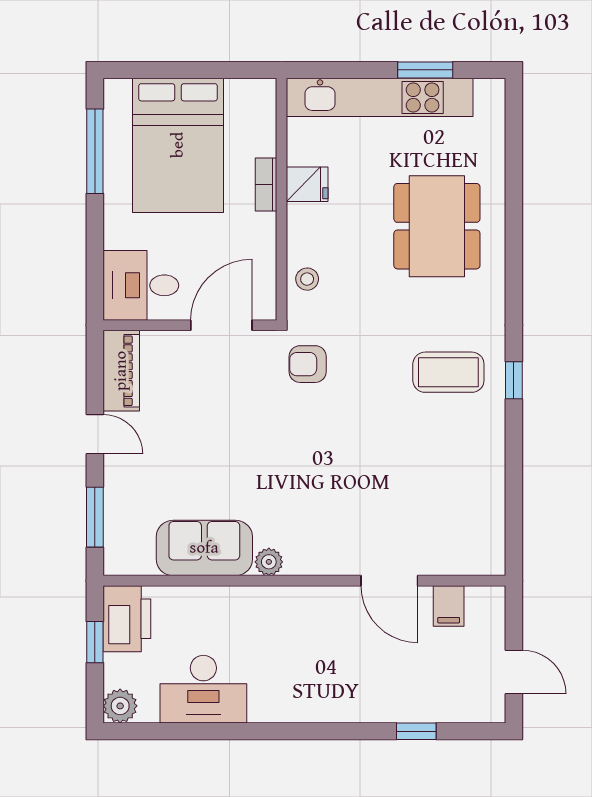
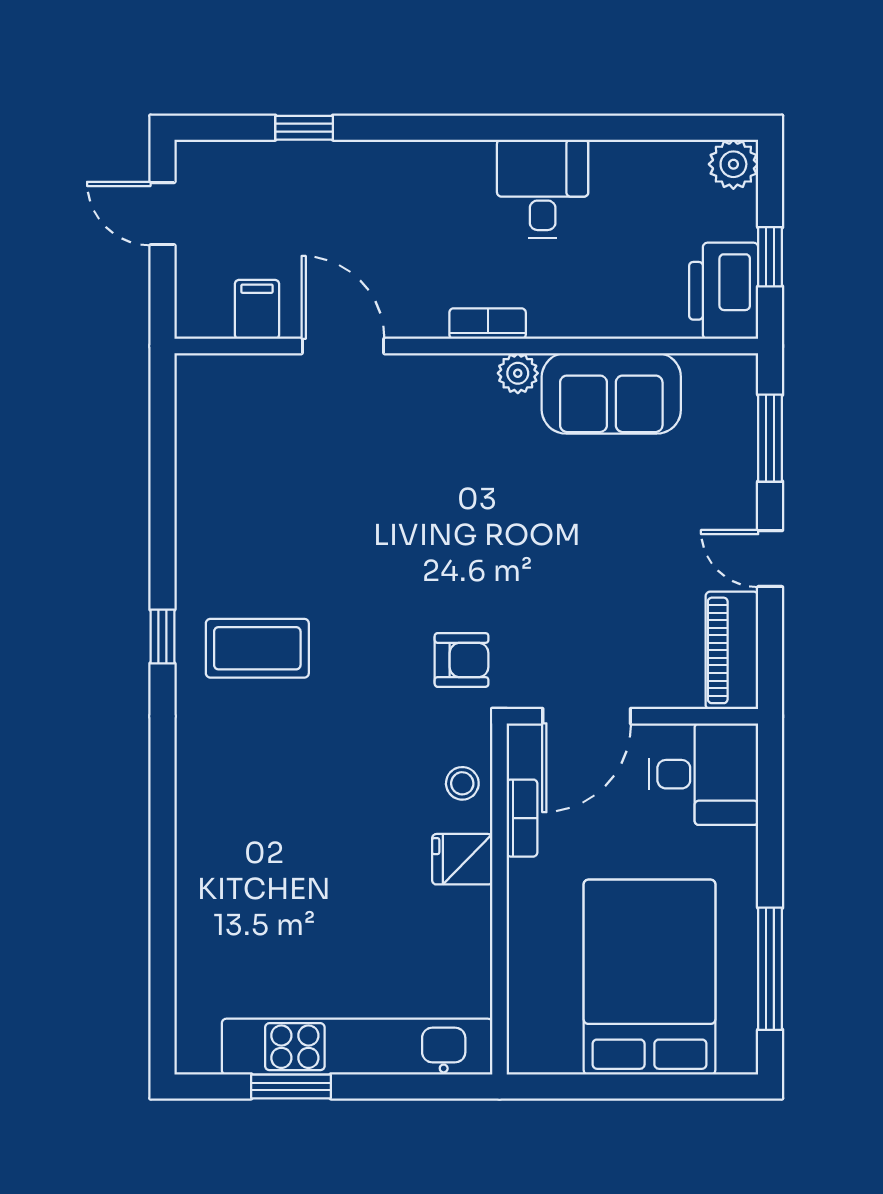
bookcase: (266, 184) -> (522, 818), moved
fridge: (307, 184) -> (462, 859), moved
dining table: (437, 226) -> (274, 860), removed
bookcase: (290, 596) -> (488, 324), added
desk: (203, 689) -> (543, 189), moved, width x0.73

